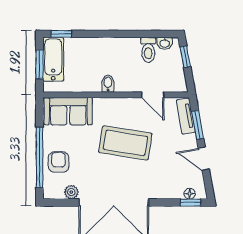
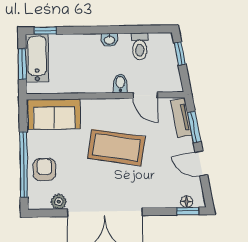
washbasin: (165, 43) -> (109, 40), moved
bidet: (108, 84) -> (120, 83), moved

